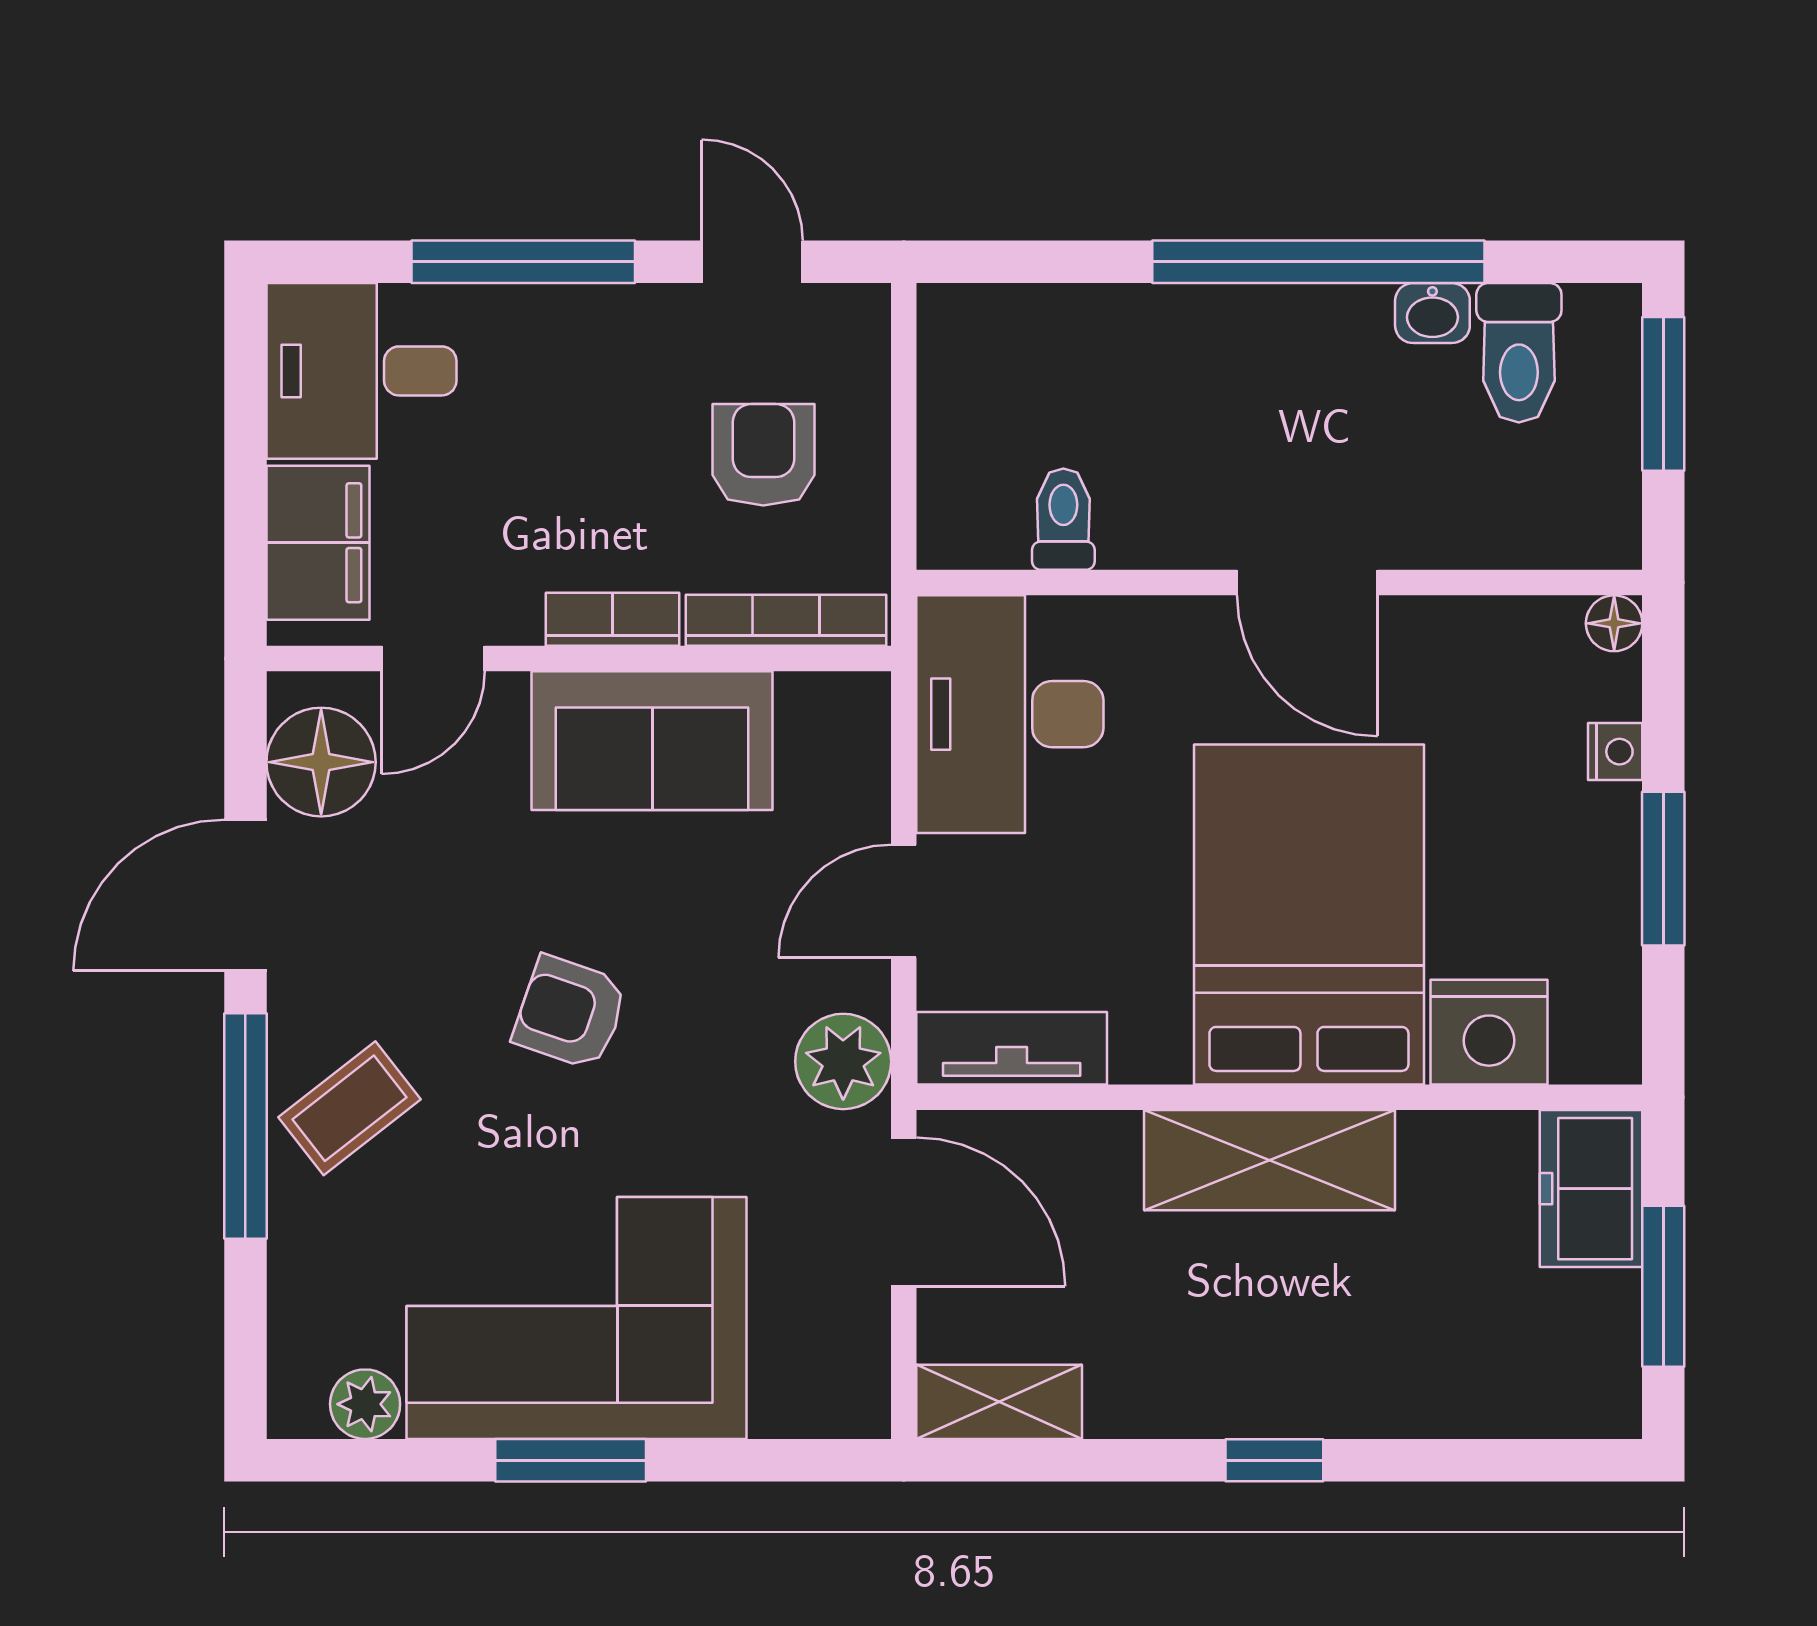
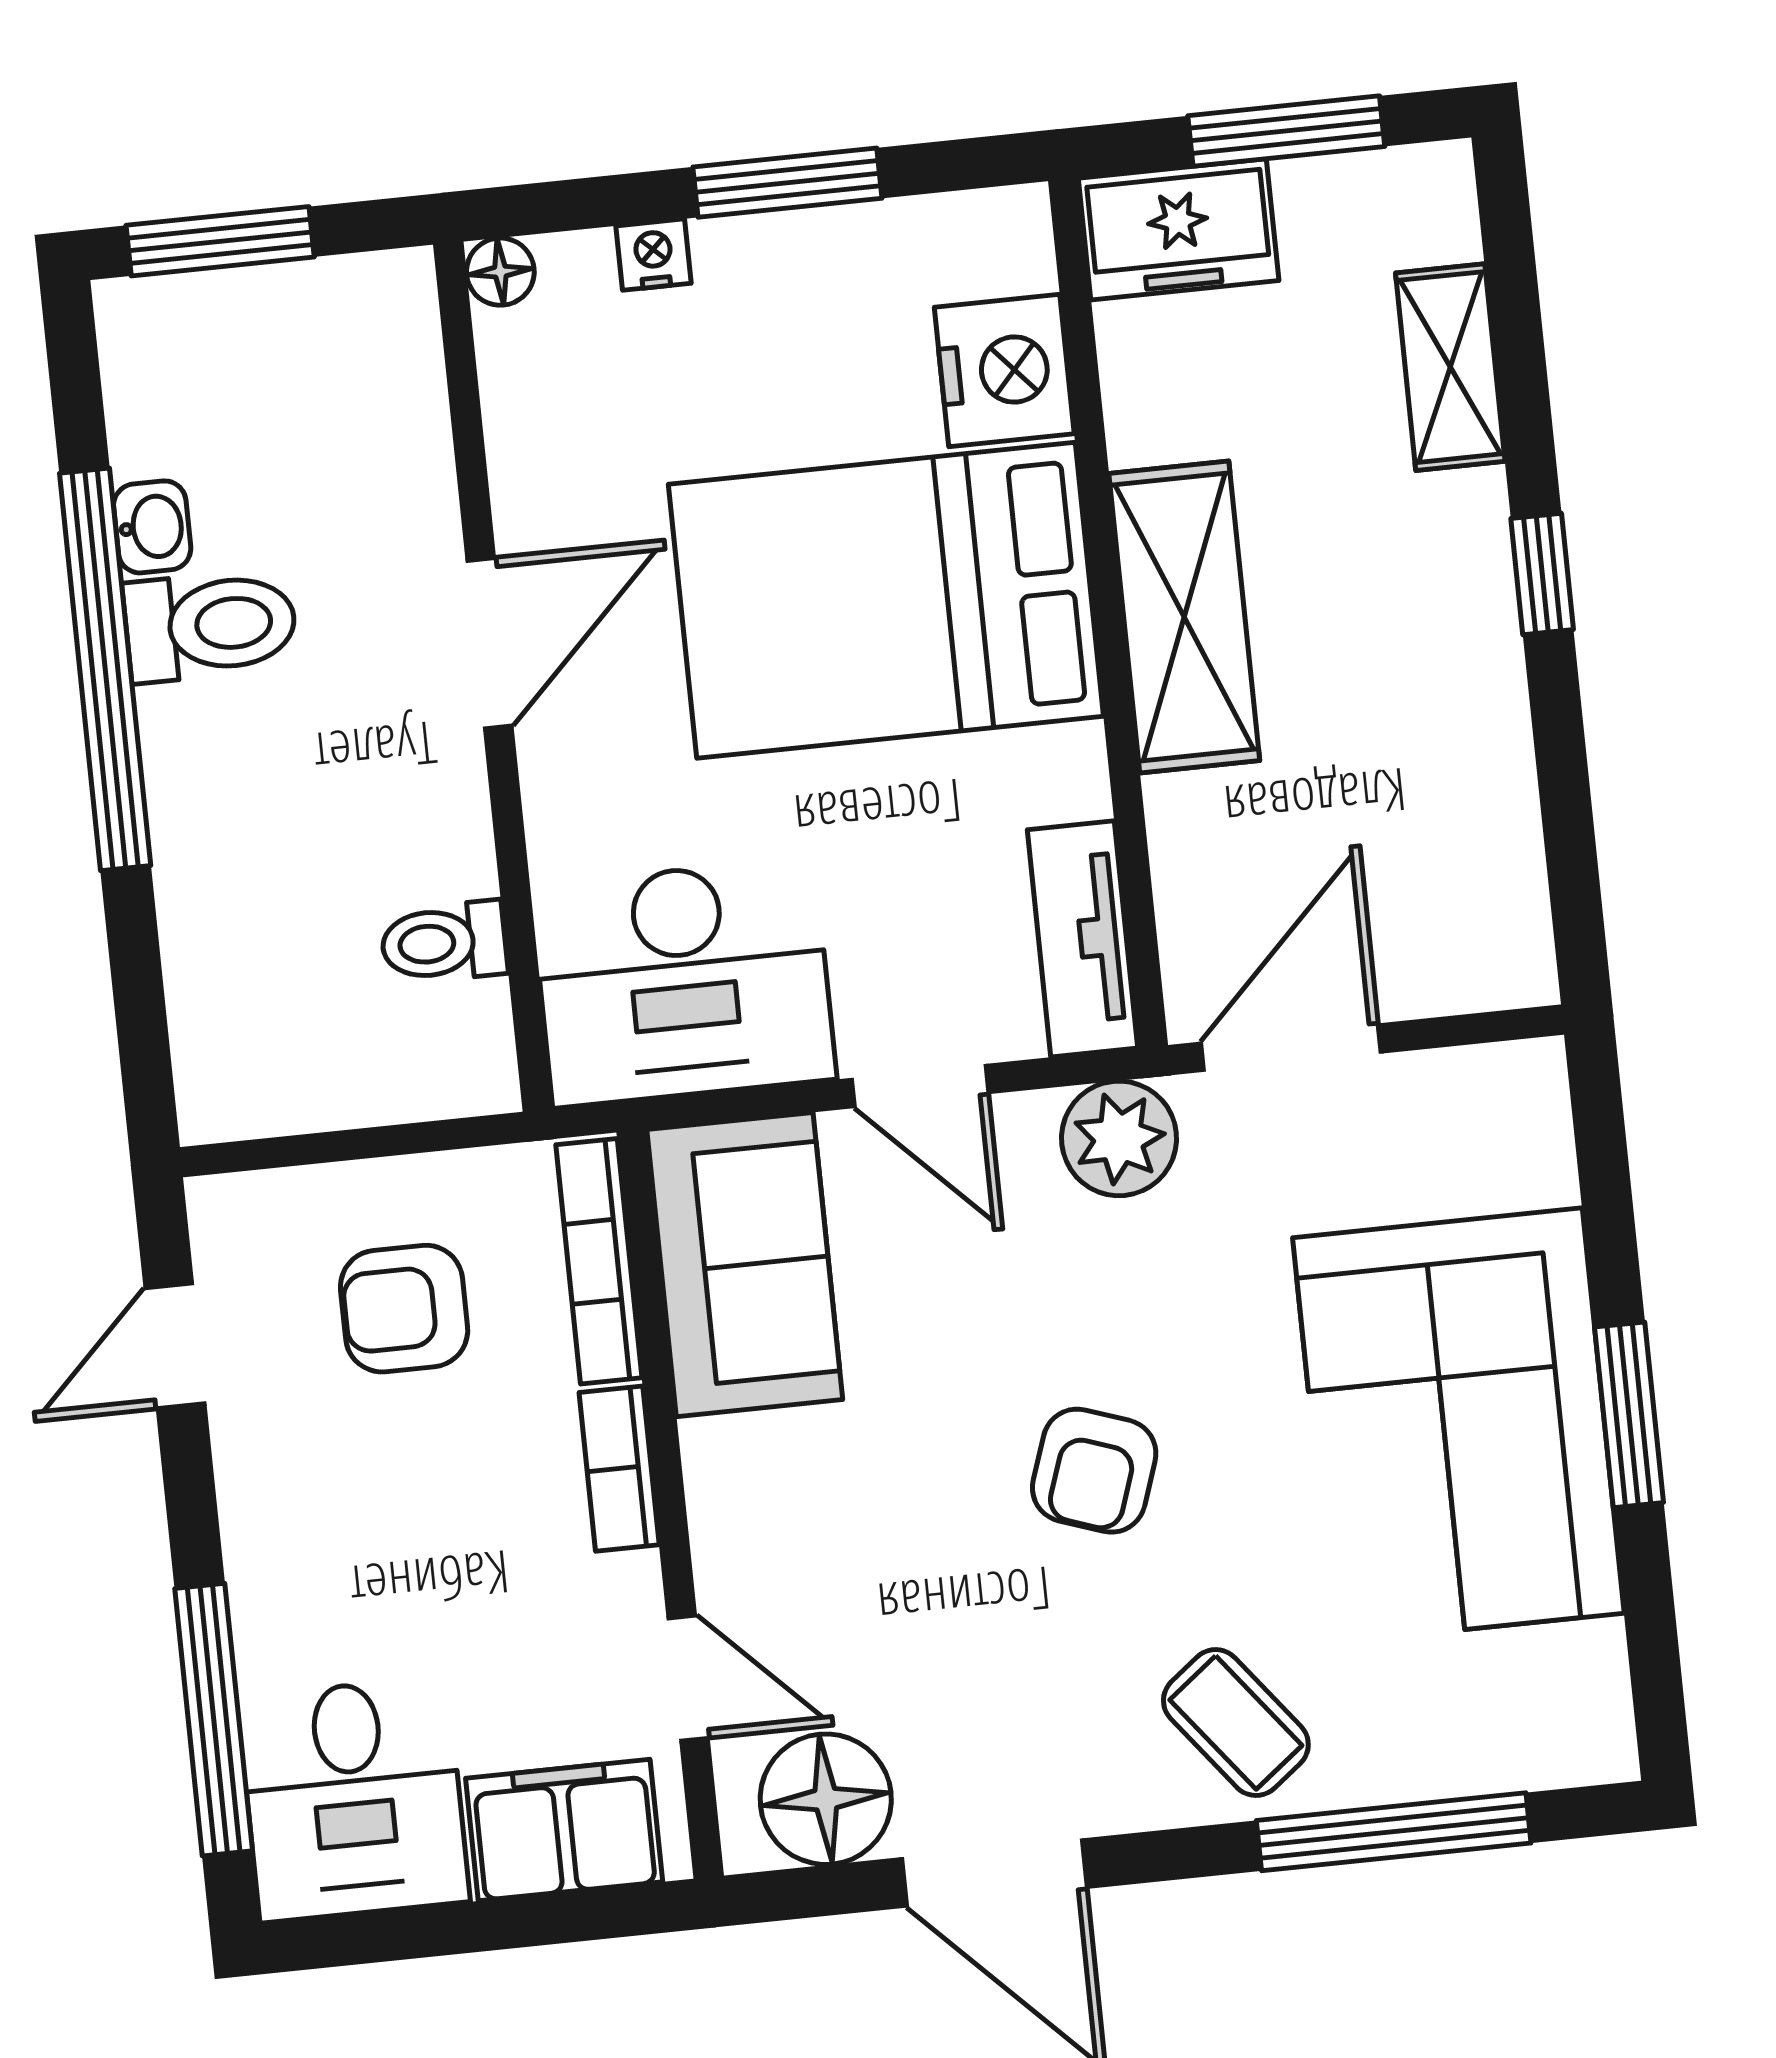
window: (523, 262) -> (214, 1720), moved
toilet: (1519, 353) -> (210, 625), moved
sofa: (652, 741) -> (745, 1265), moved
window: (245, 1126) -> (1394, 1832), moved
shelving: (999, 1402) -> (1450, 367), moved
plant: (365, 1404) -> (1587, 1667), removed

